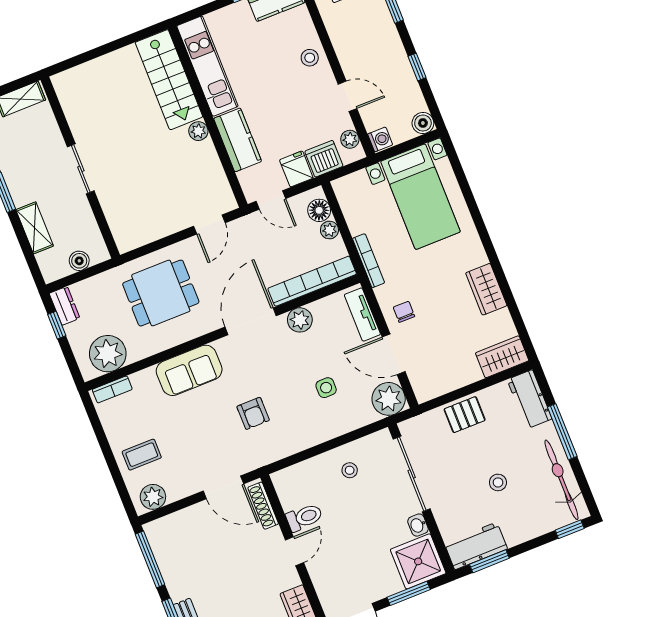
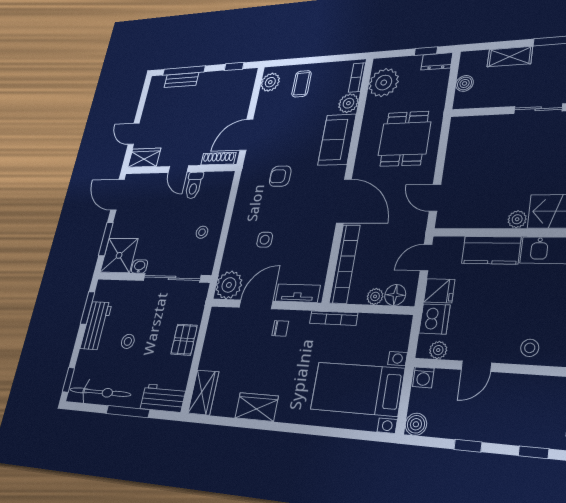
plant: (300, 320) -> (348, 103), moved
workbench: (476, 546) -> (96, 326), moved
window: (150, 559) -> (234, 66), width x0.46

